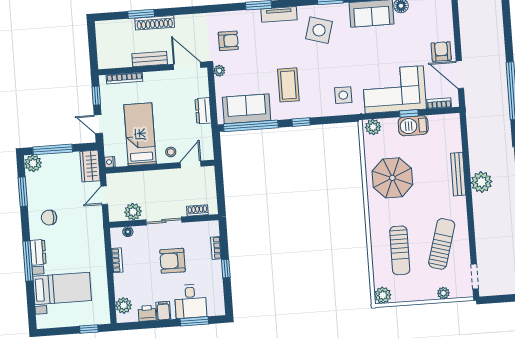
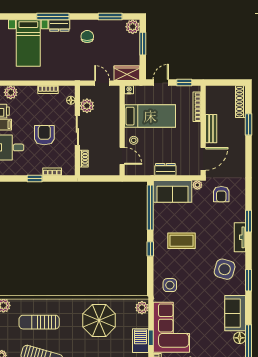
shoe rack: (155, 23) -> (241, 102), moved
sofa: (247, 109) -> (173, 191), moved, turned 90
window: (53, 149) -> (143, 44), width x0.69

